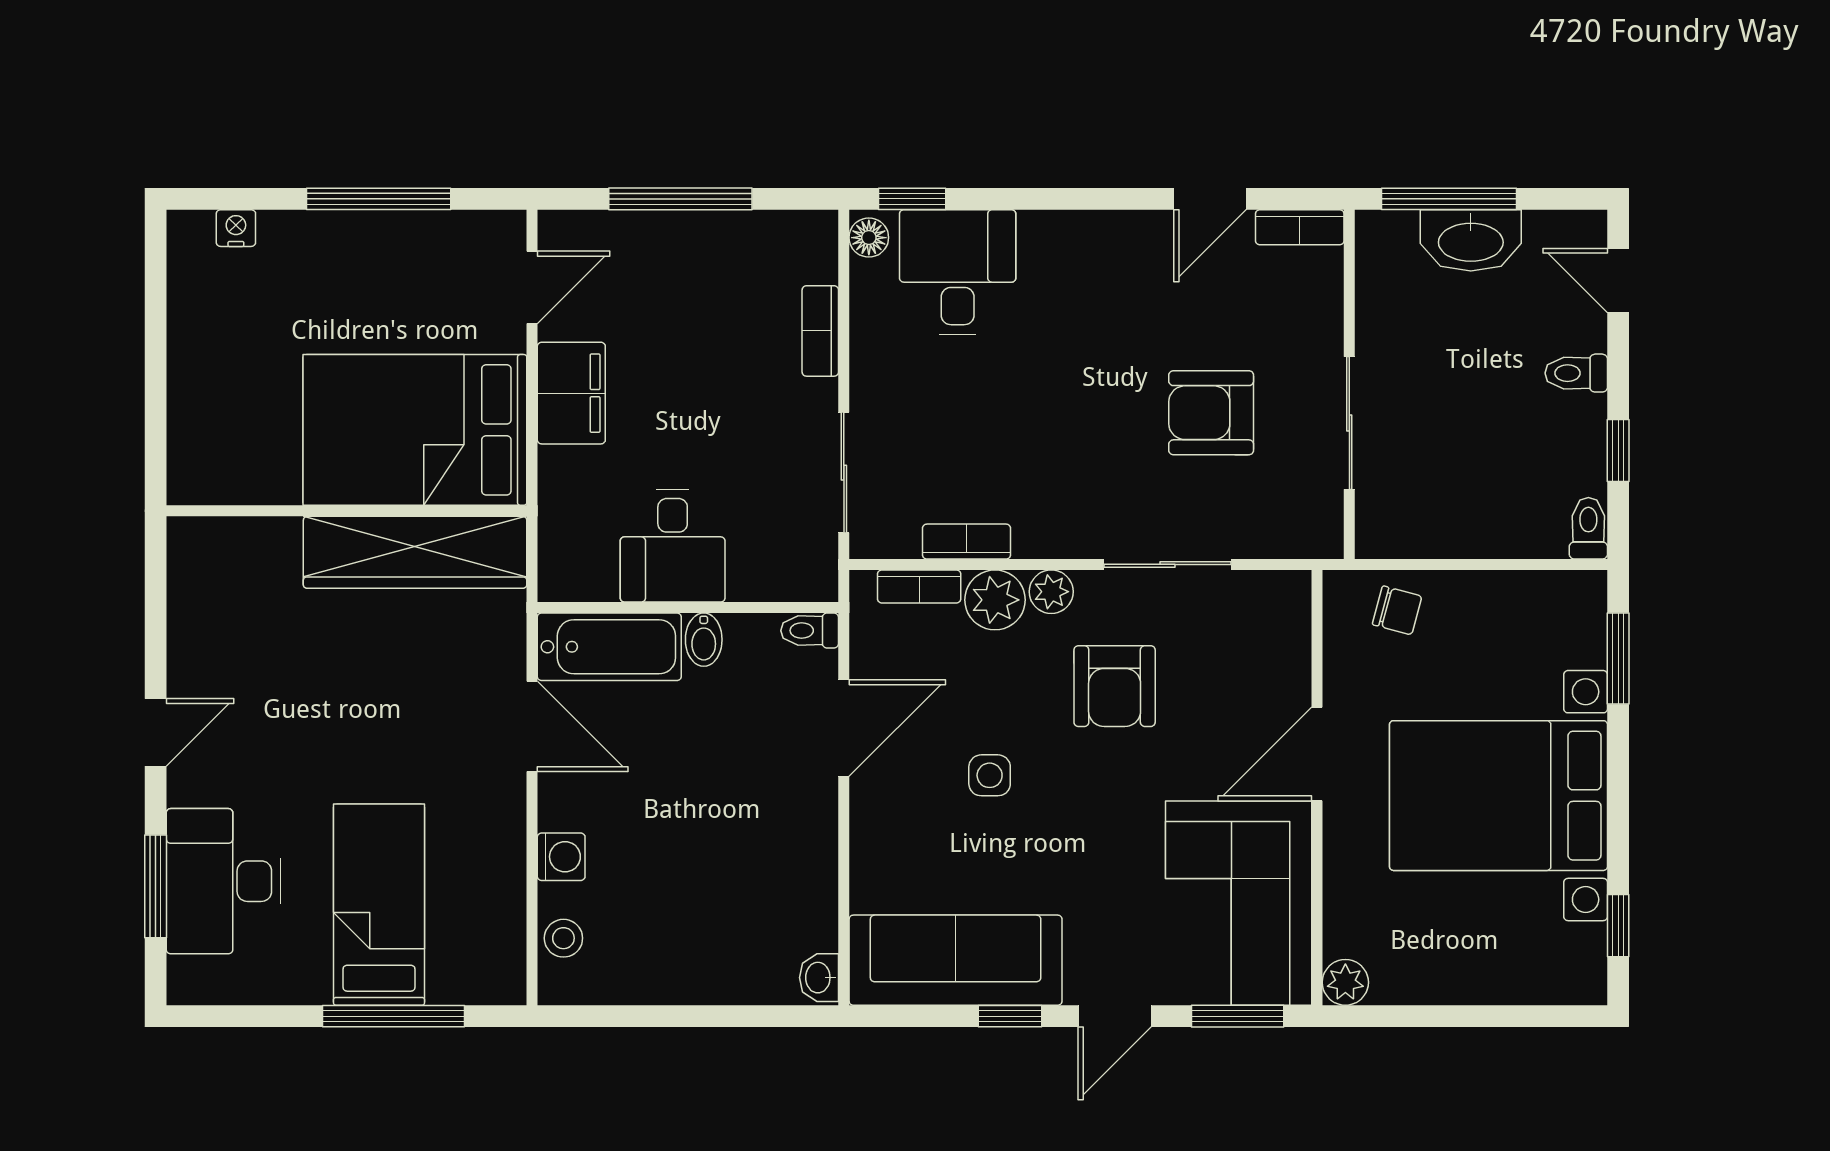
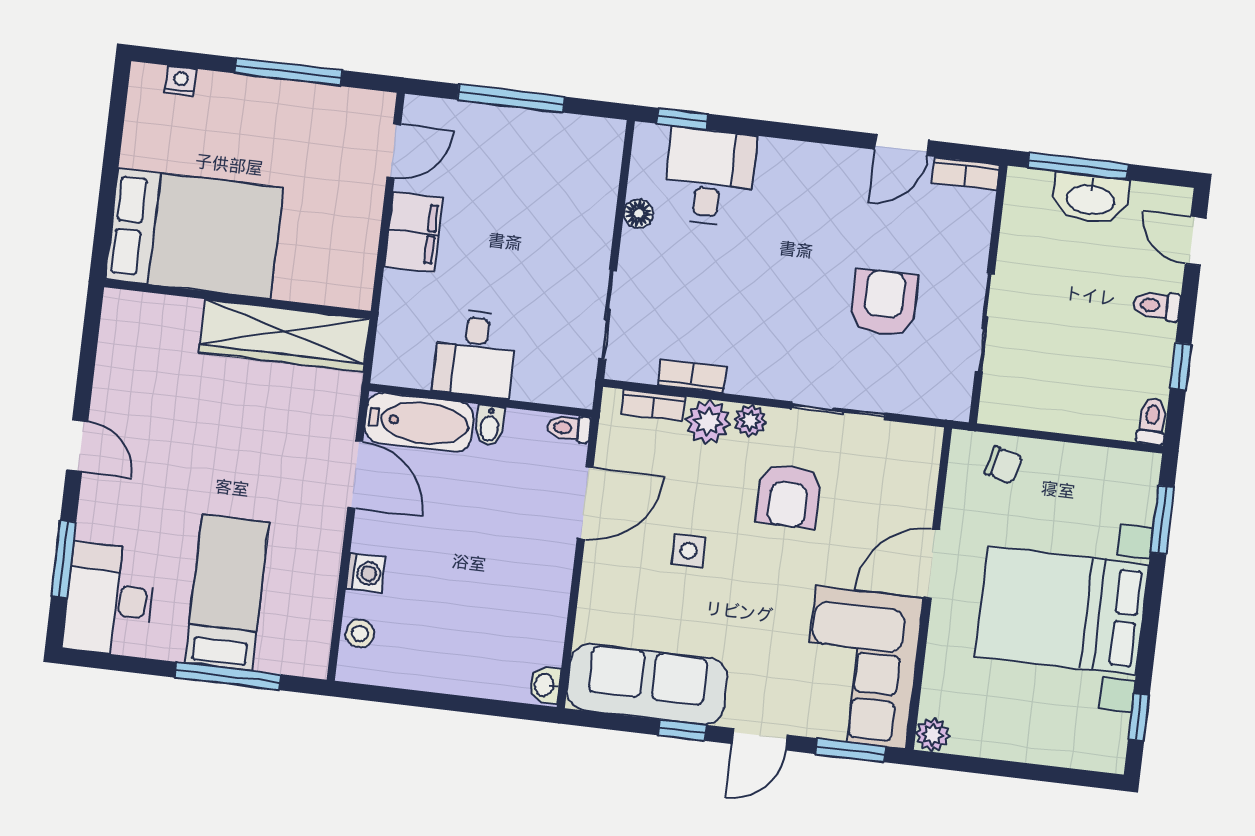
floor lamp: (869, 238) -> (638, 213), moved
bookcase: (820, 331) -> (603, 208), removed
armchair: (1211, 413) -> (884, 303), turned 90
bed: (415, 430) -> (194, 233), moved, turned 180
door: (156, 732) -> (77, 446), hinge flipped
desk: (223, 881) -> (110, 599), moved

